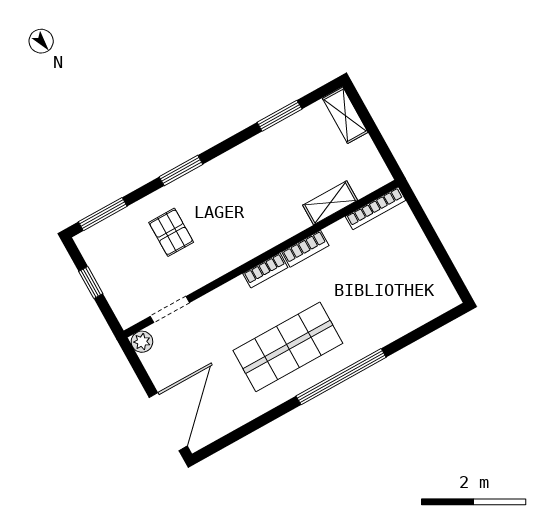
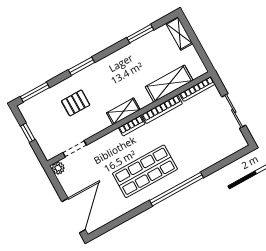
shelving: (330, 203) -> (169, 84), width x1.50, depth x1.33
pallet: (171, 232) -> (76, 103), turned 90
sliding door: (437, 245) -> (234, 111), added
shelving: (251, 246) -> (123, 111), added
bookcase: (305, 249) -> (162, 109), width x1.56

